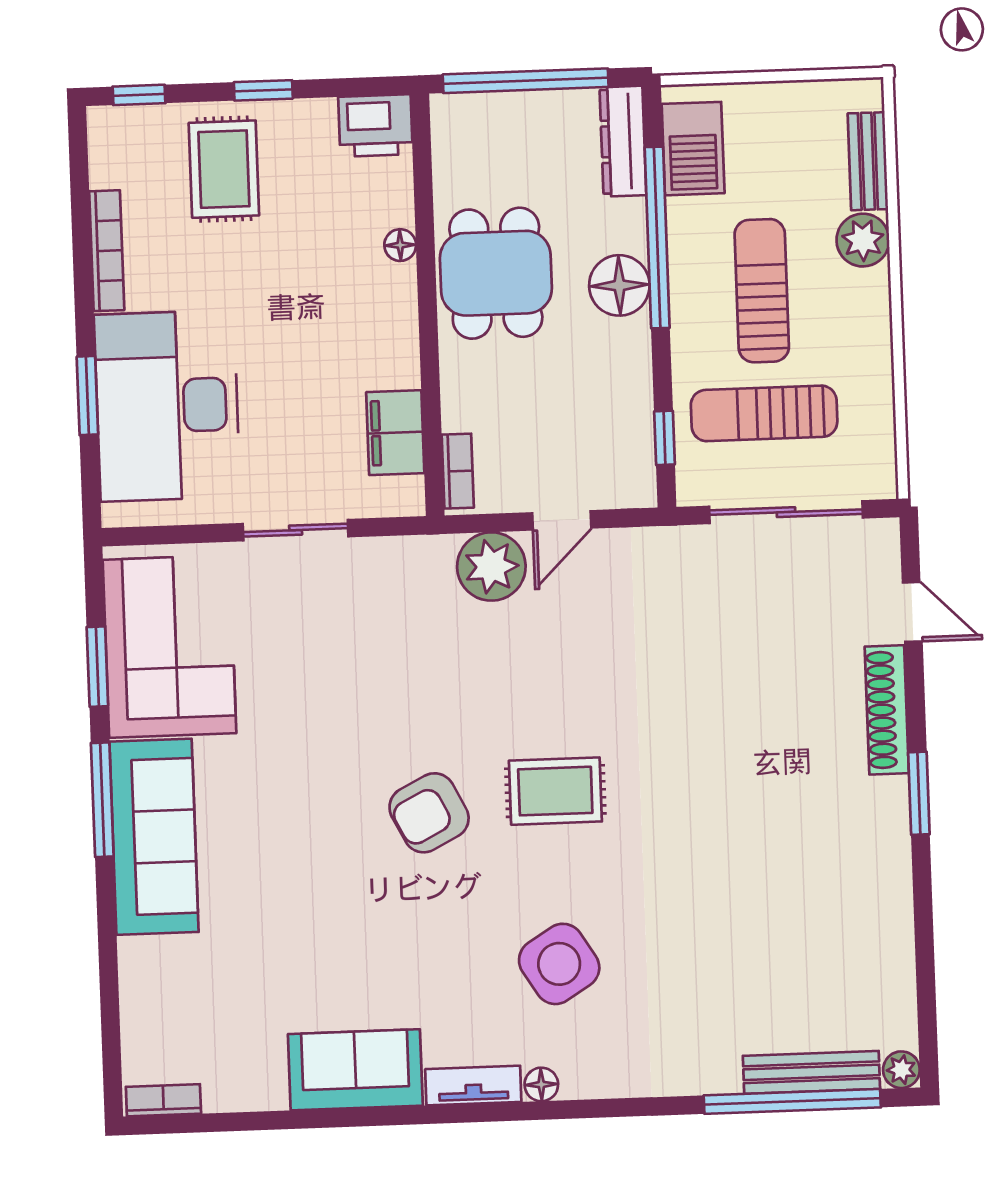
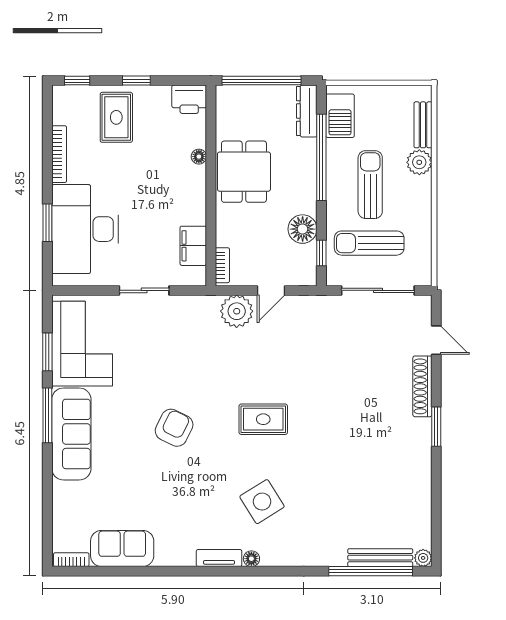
floor lamp: (619, 285) -> (303, 229), moved
armchair: (429, 813) -> (174, 428), moved, turned 143
sofa: (355, 1070) -> (122, 548), moved

